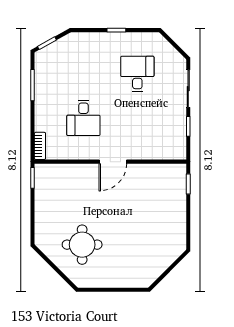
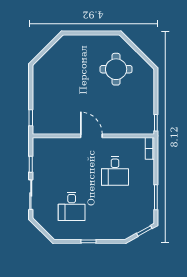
desk: (83, 118) -> (115, 171), turned 180
door: (113, 162) -> (91, 136), hinge flipped

